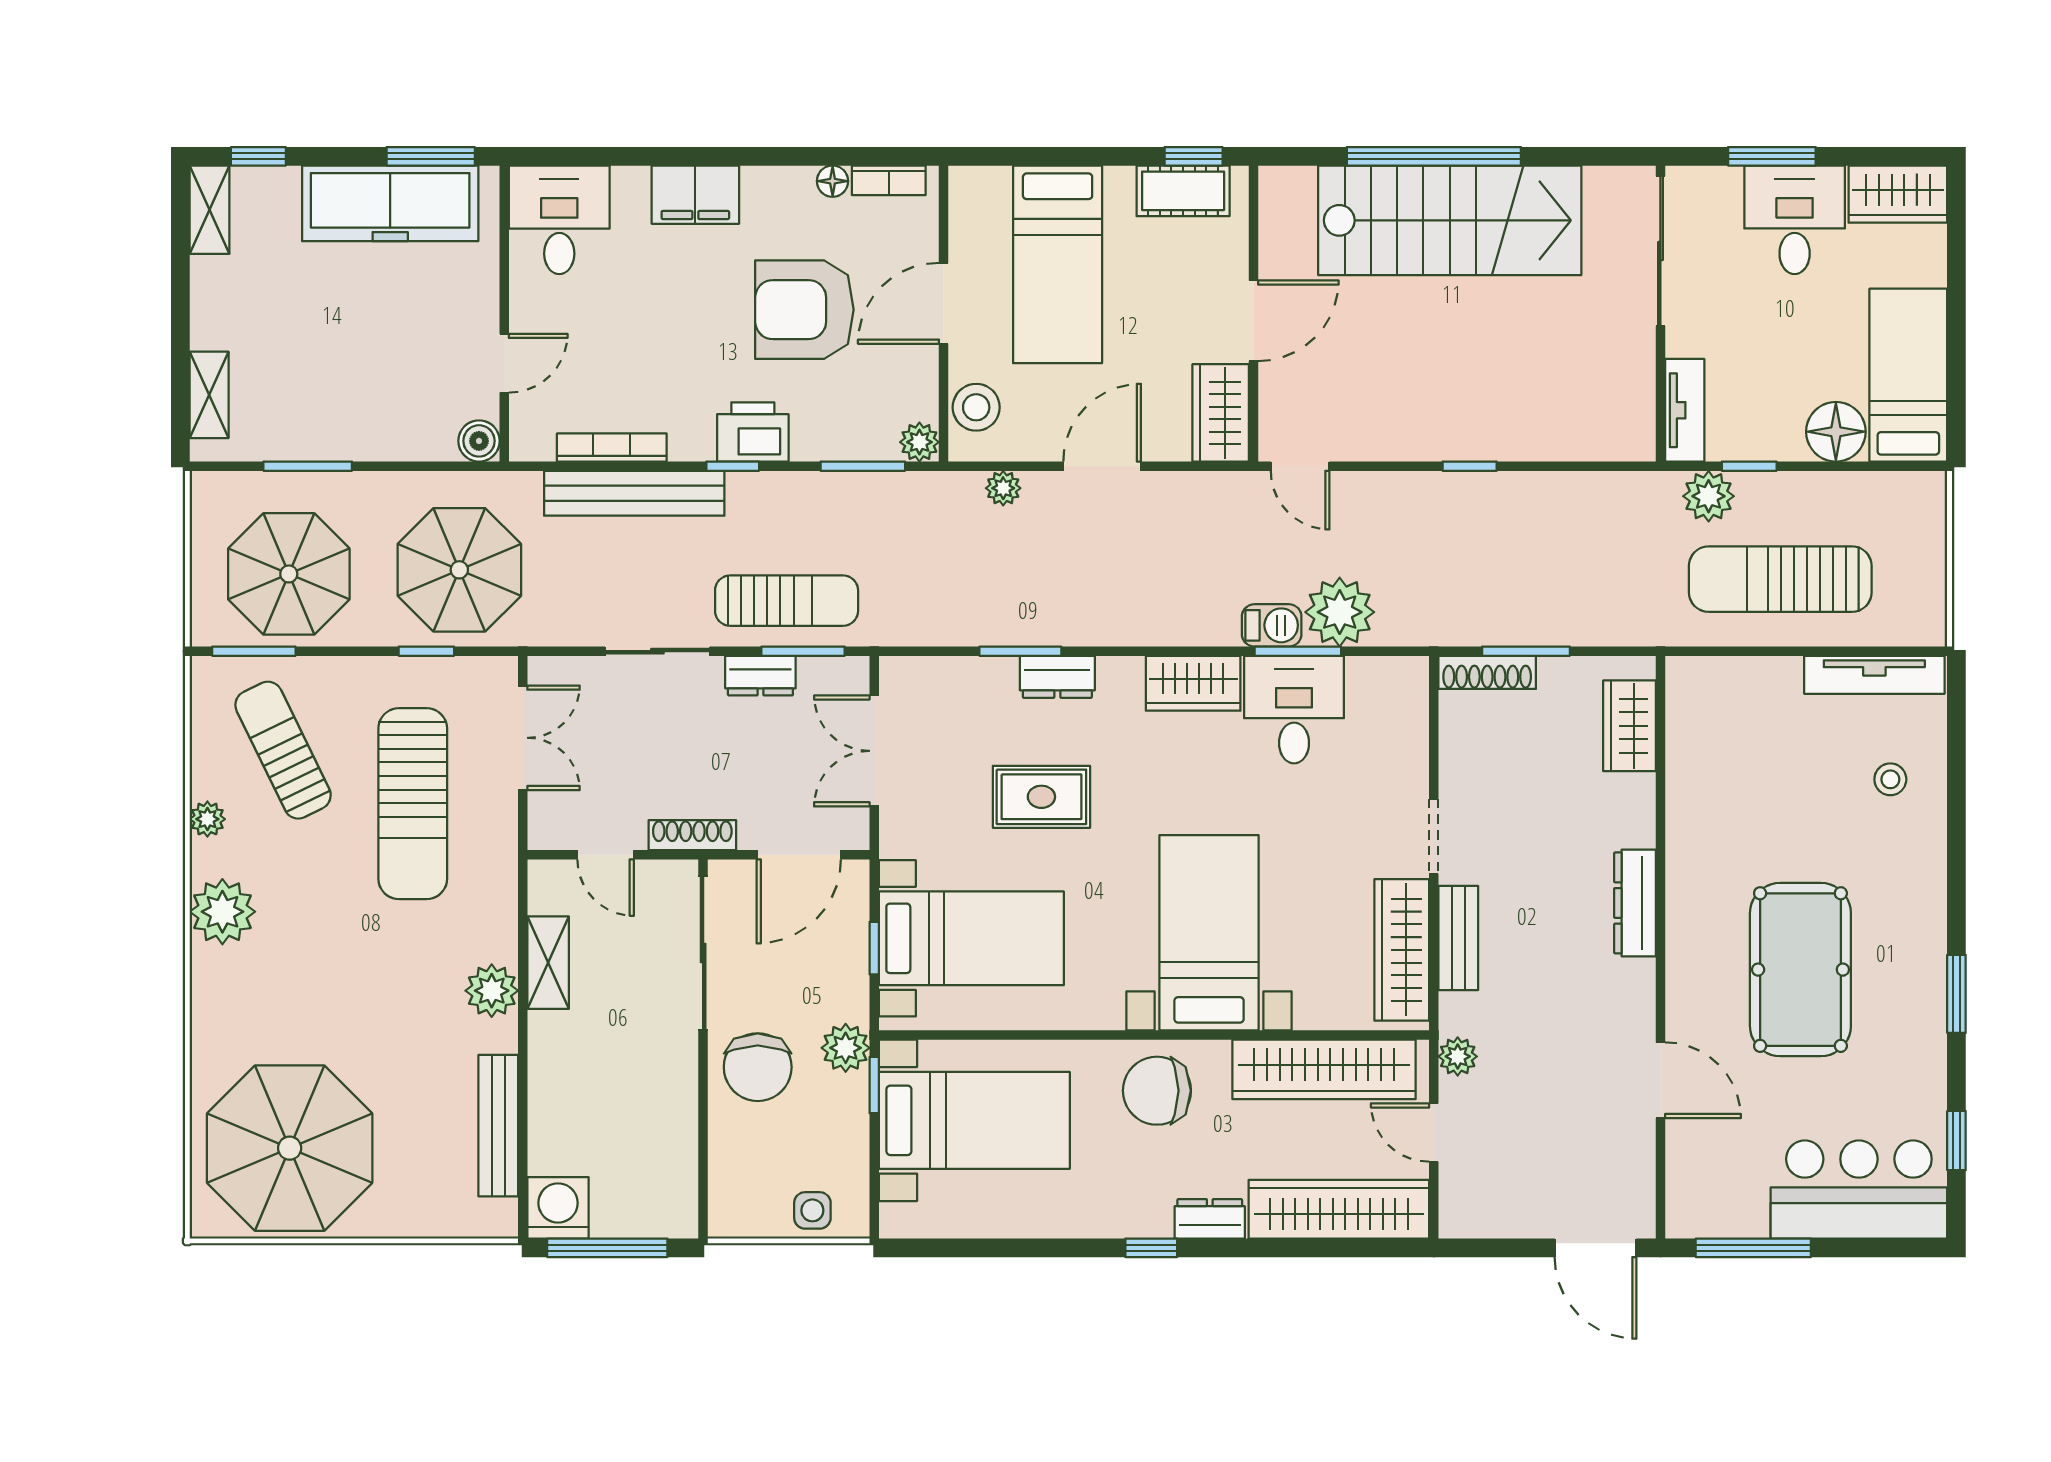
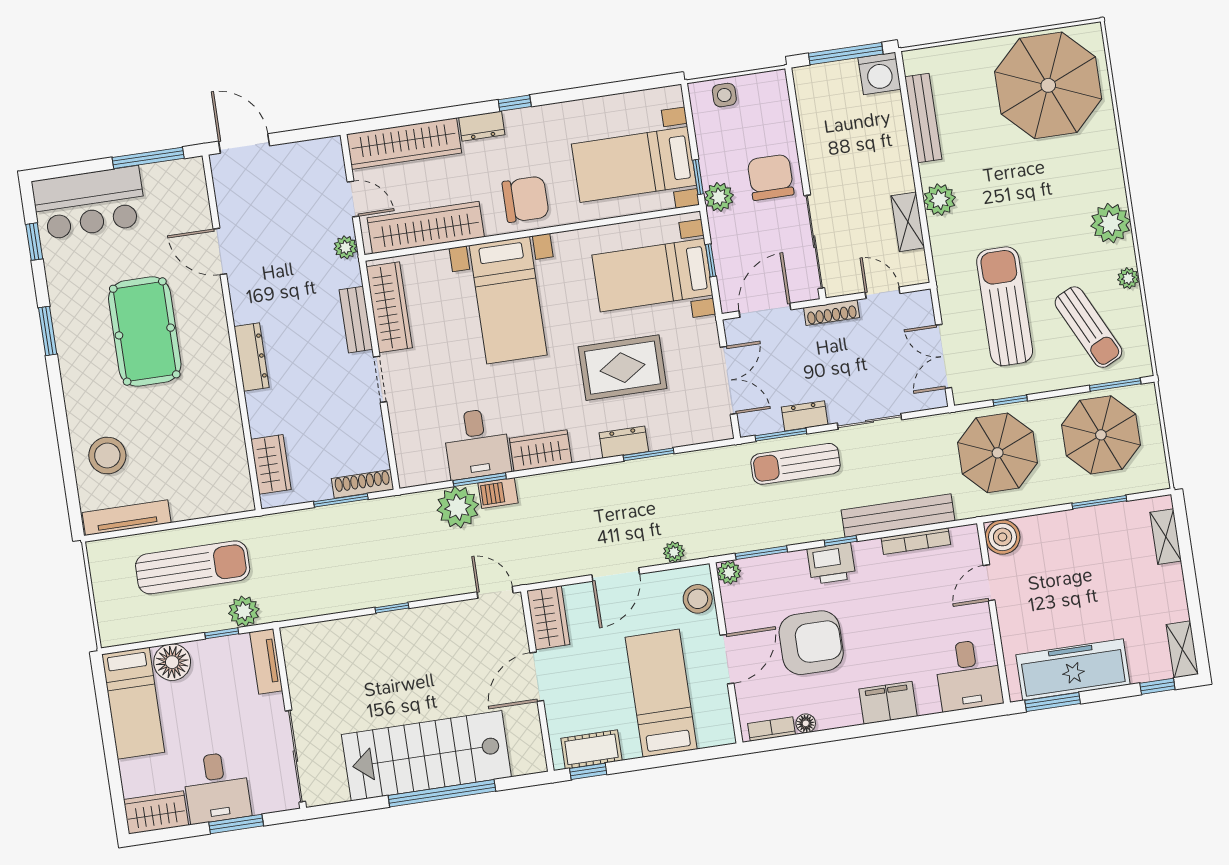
boiler: (479, 441) -> (1003, 537), width x1.36, depth x1.36
stool: (1890, 779) -> (107, 456), width x1.89, depth x1.89
rug: (1041, 797) -> (623, 368), width x1.36, depth x1.43

